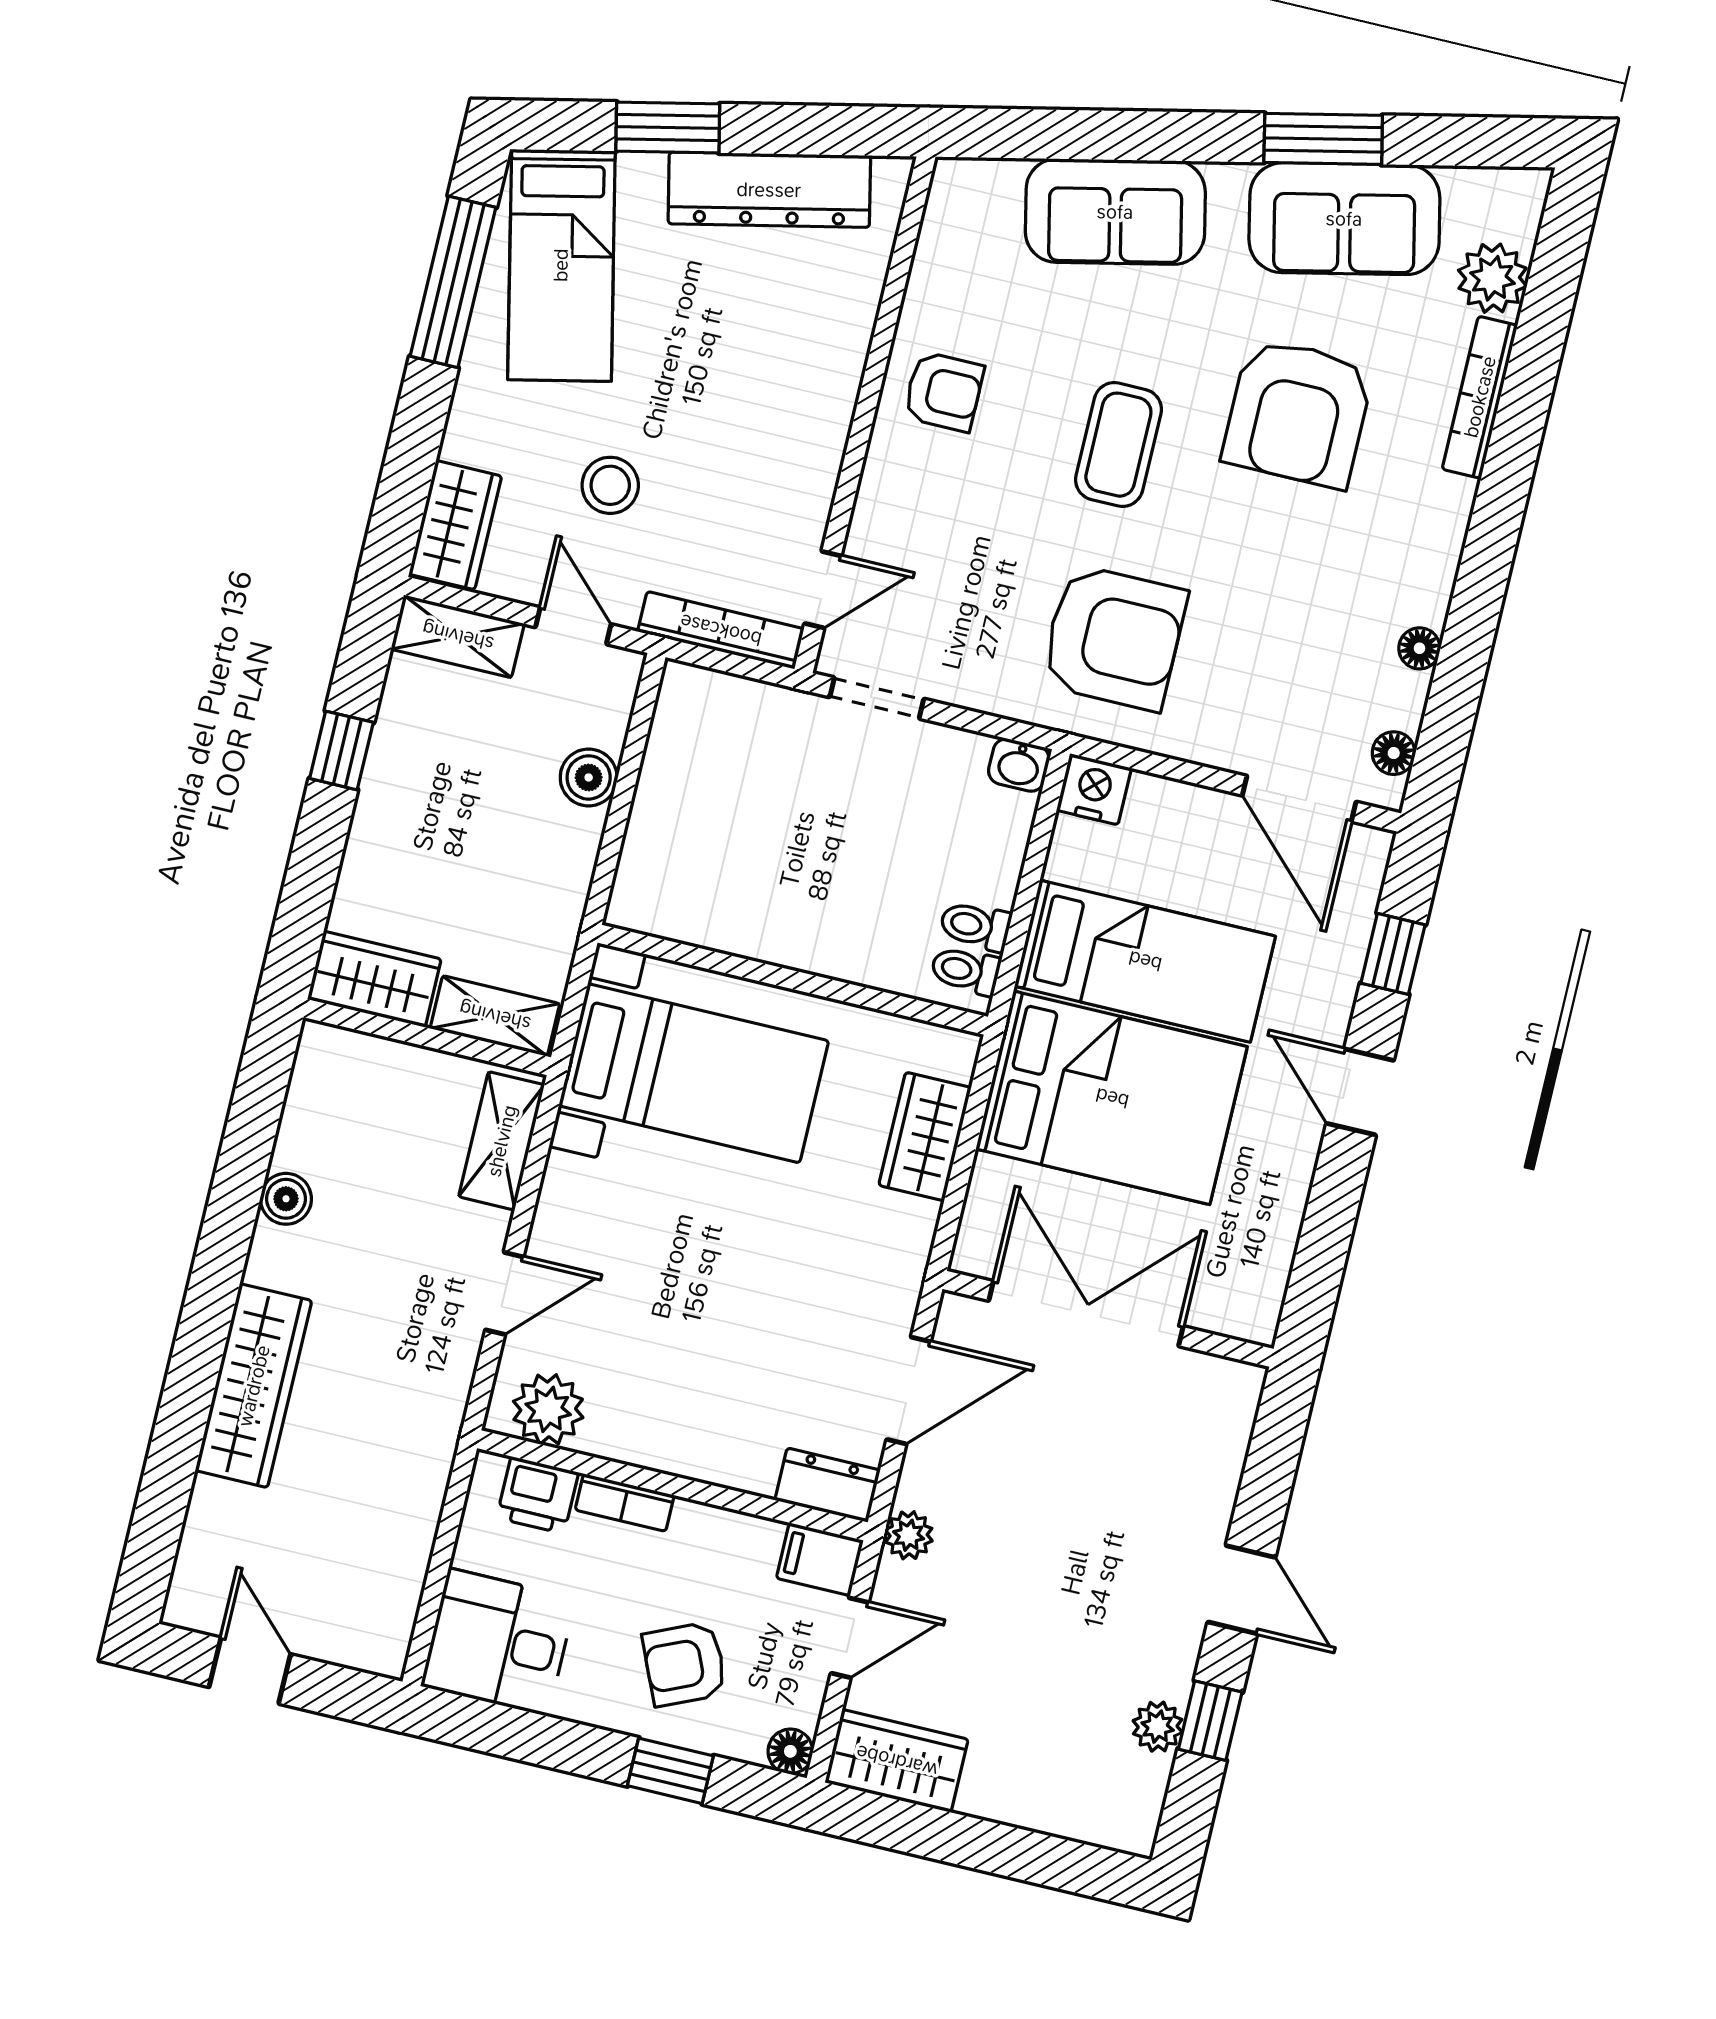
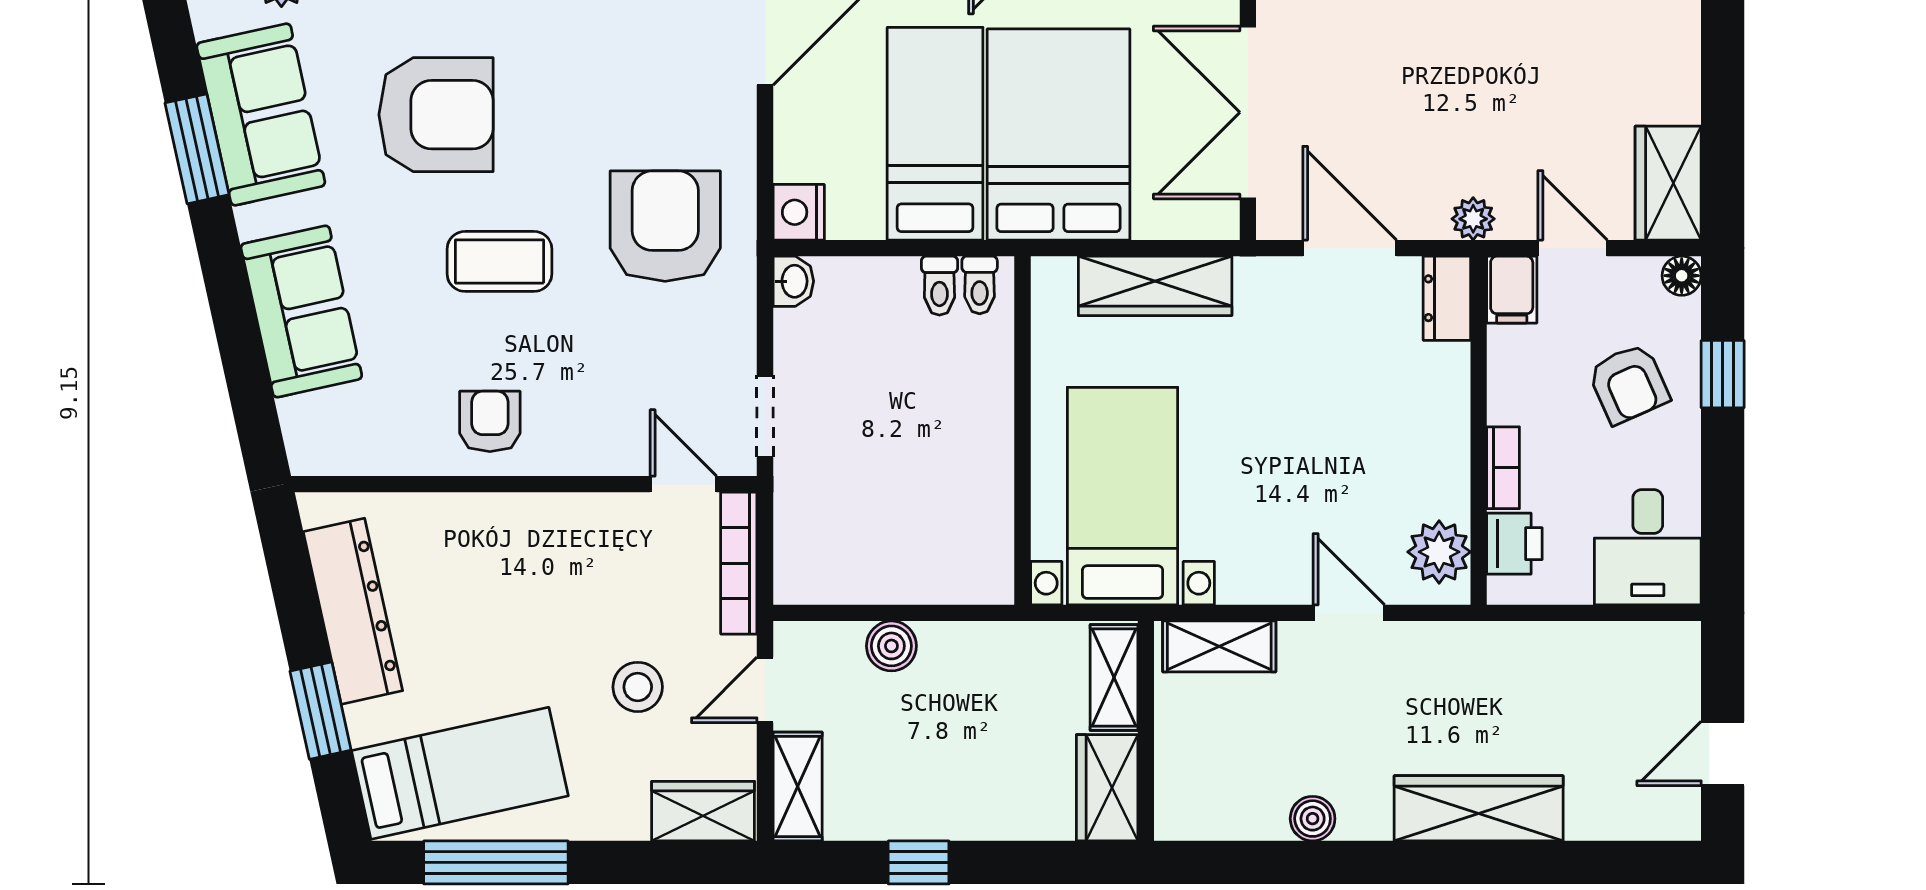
wardrobe: (925, 1137) -> (1155, 286), width x1.50

